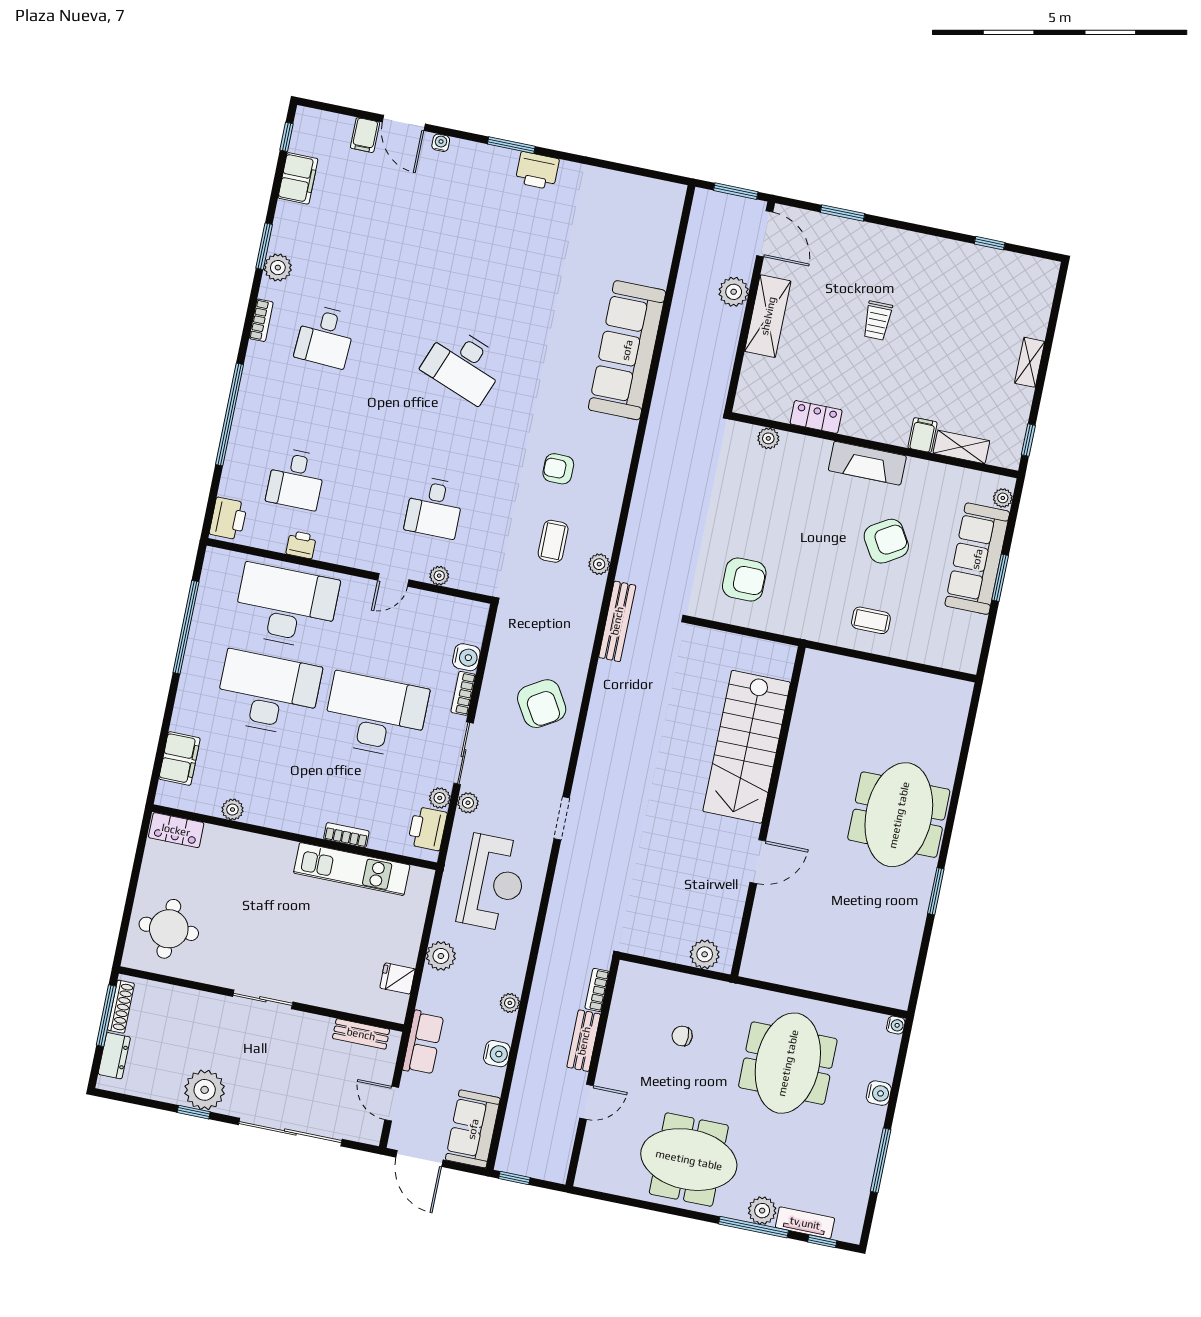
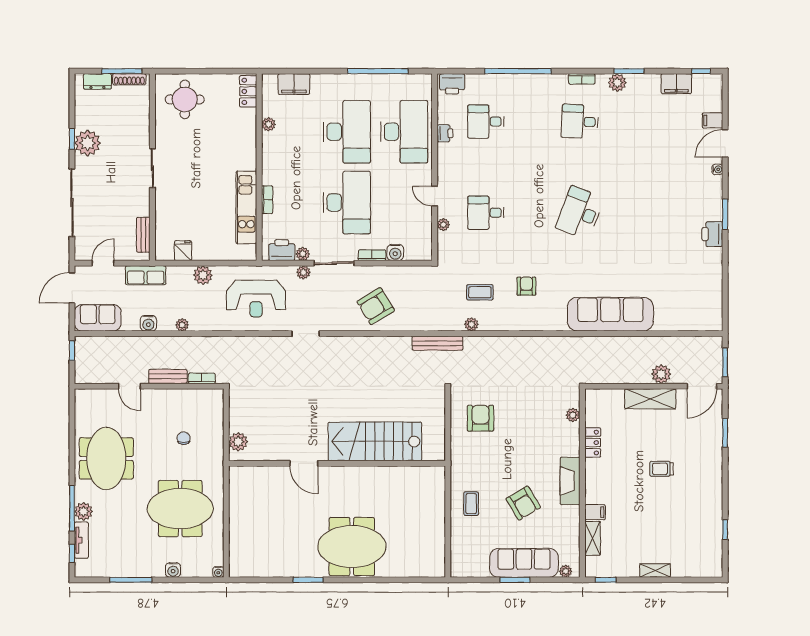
armchair: (744, 580) -> (480, 418), turned 180

